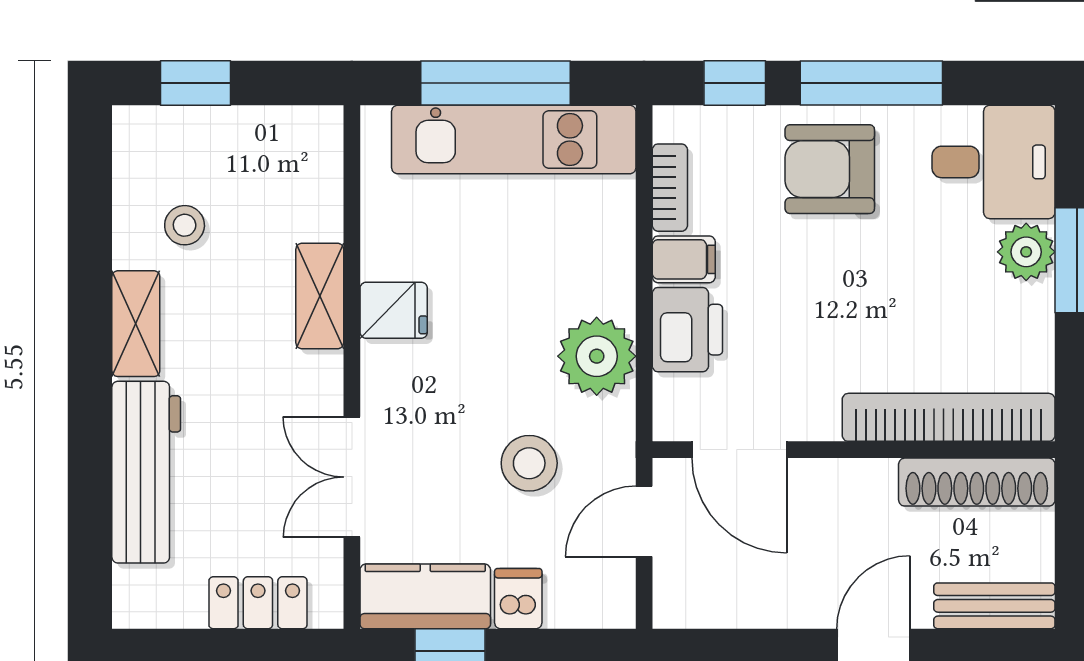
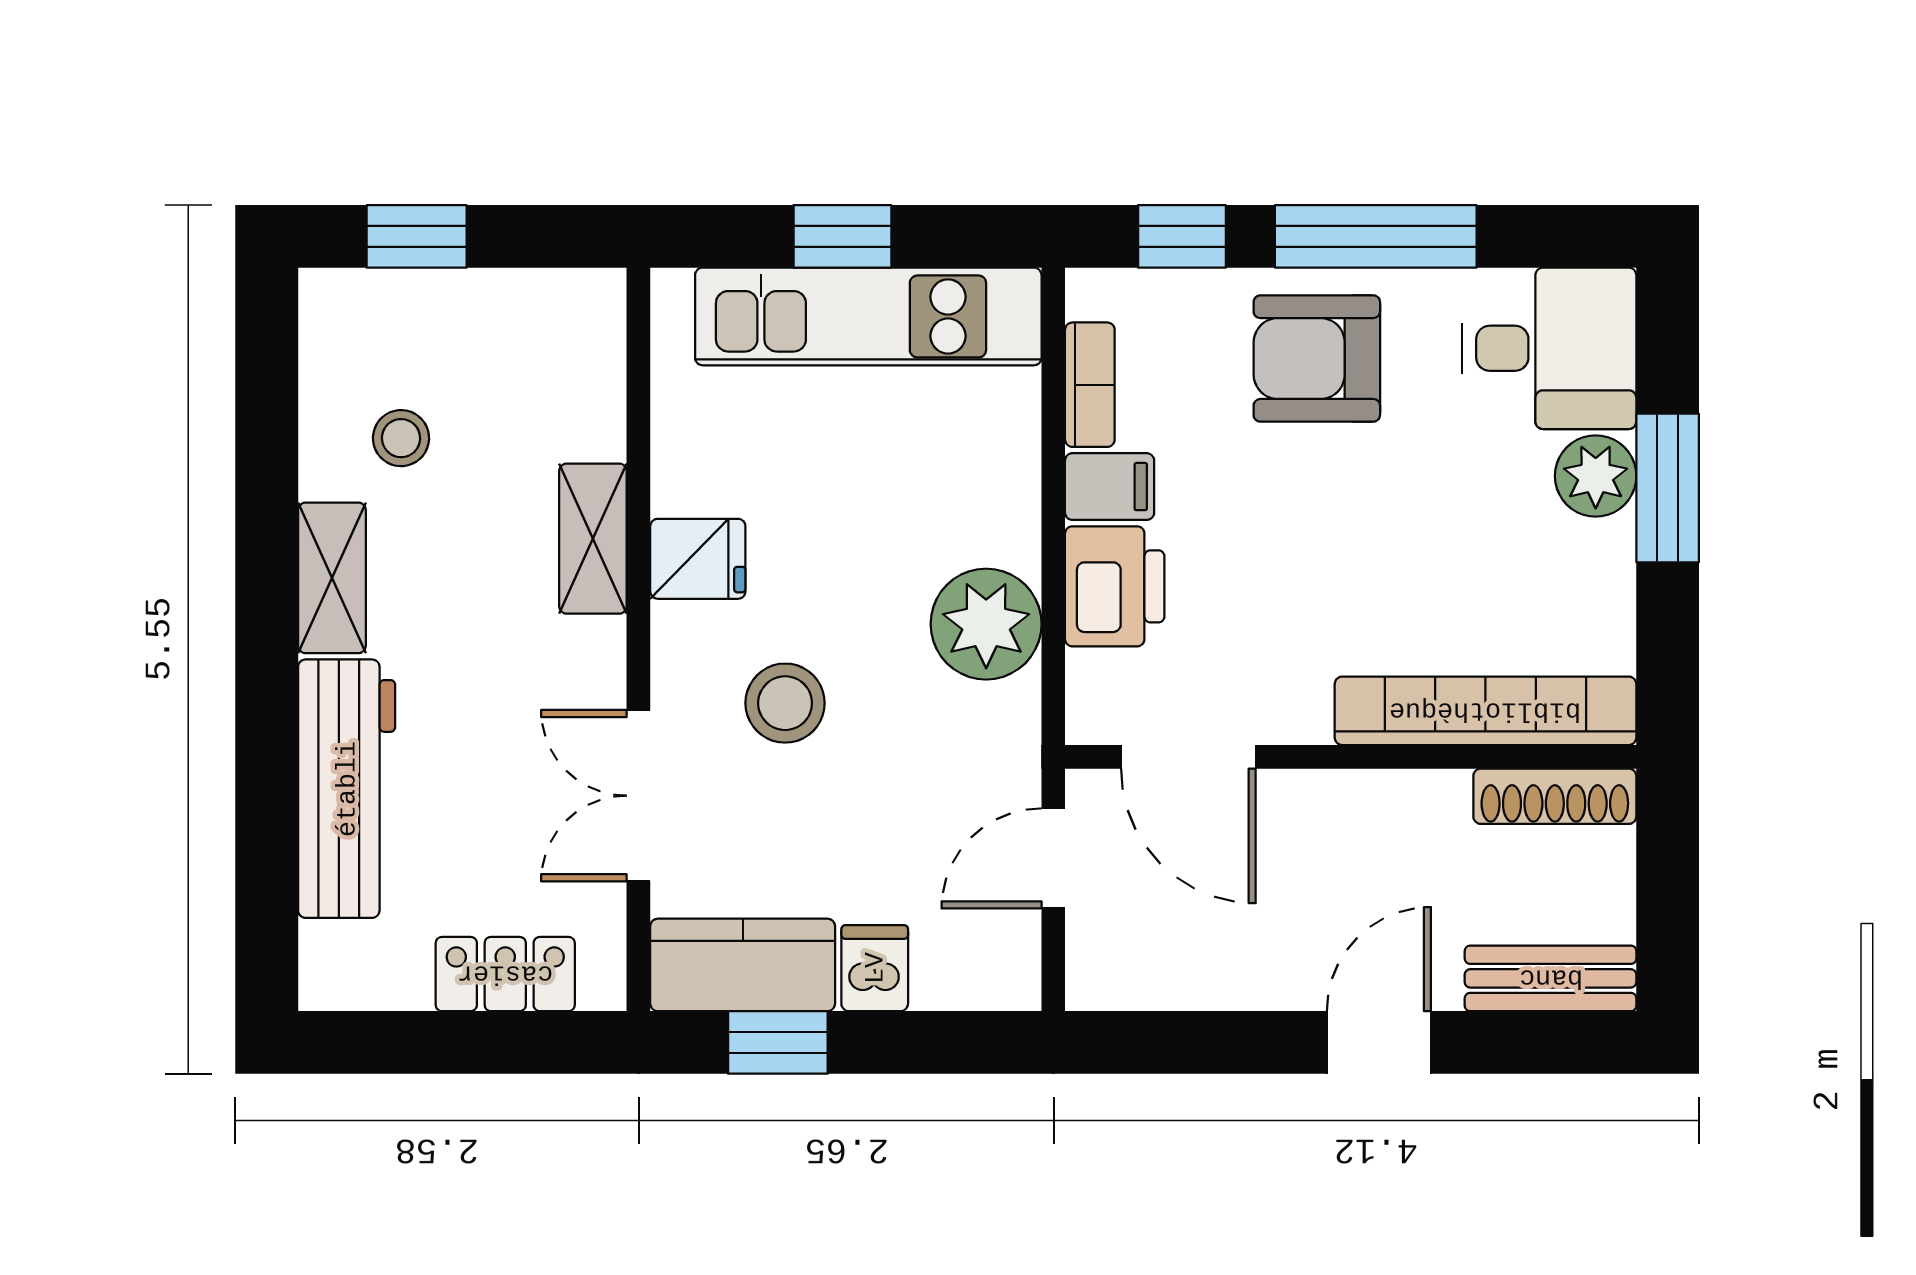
window: (496, 83) -> (842, 236), width x0.46
stool: (529, 463) -> (785, 703), moved
shoe rack: (977, 482) -> (1555, 796), width x0.74, depth x0.81

